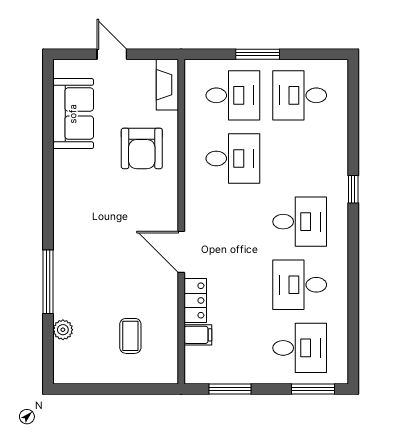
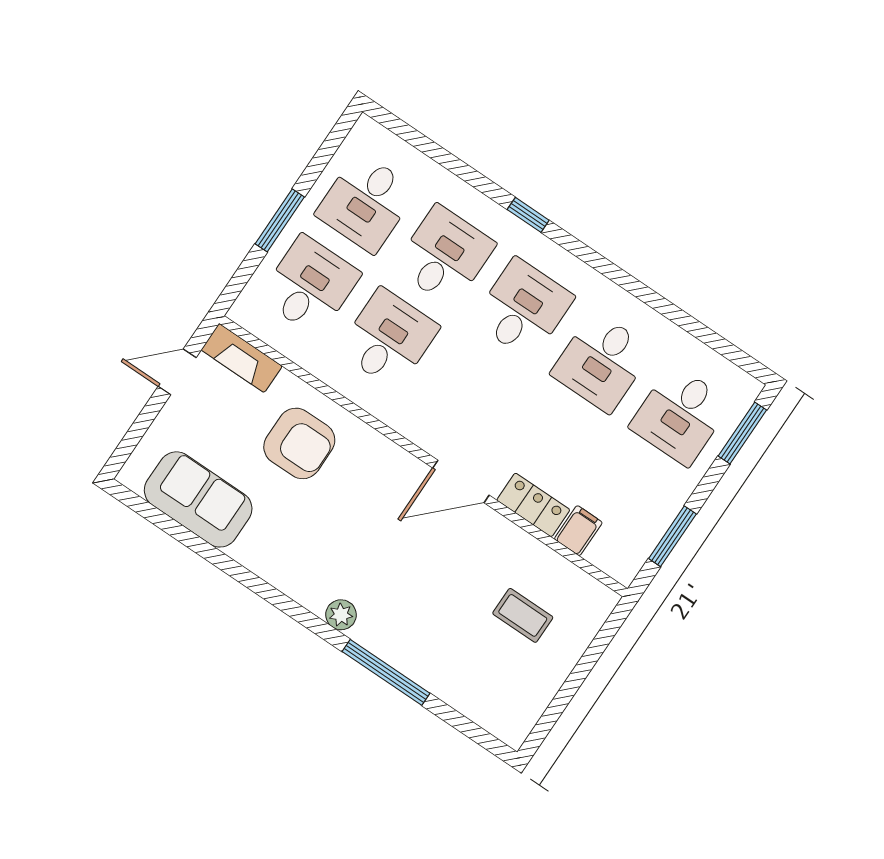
door: (112, 54) -> (177, 372), moved
desk: (300, 158) -> (445, 256), added
plant: (63, 330) -> (341, 615), moved
desk: (300, 348) -> (680, 415), turned 180

